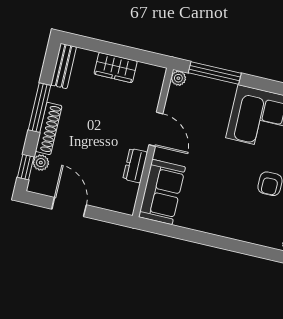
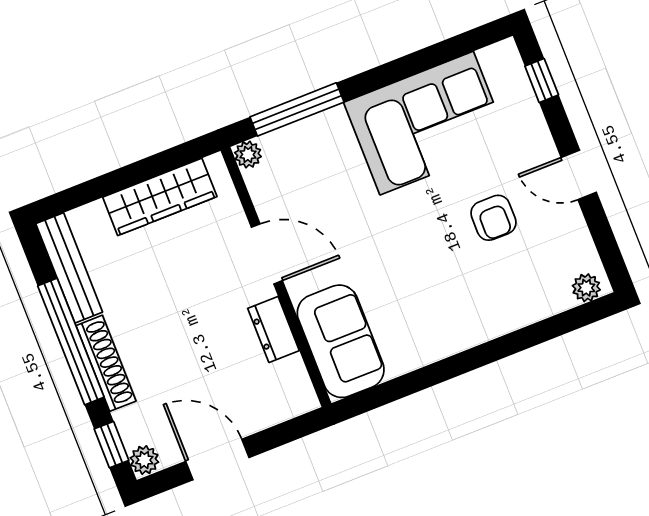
bench: (64, 66) -> (69, 268), width x1.36
wardrobe: (116, 68) -> (160, 197), width x1.50
window: (39, 108) -> (71, 342), width x1.46
plant: (41, 163) -> (144, 460), moved

